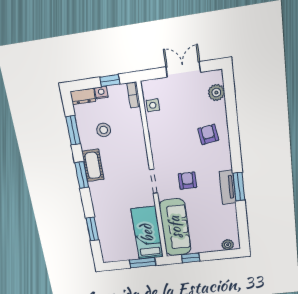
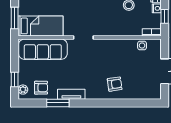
plant: (216, 93) -> (145, 93), removed
armchair: (188, 181) -> (41, 88), moved
window: (239, 187) -> (58, 103), moved
window: (191, 258) -> (15, 79), moved

